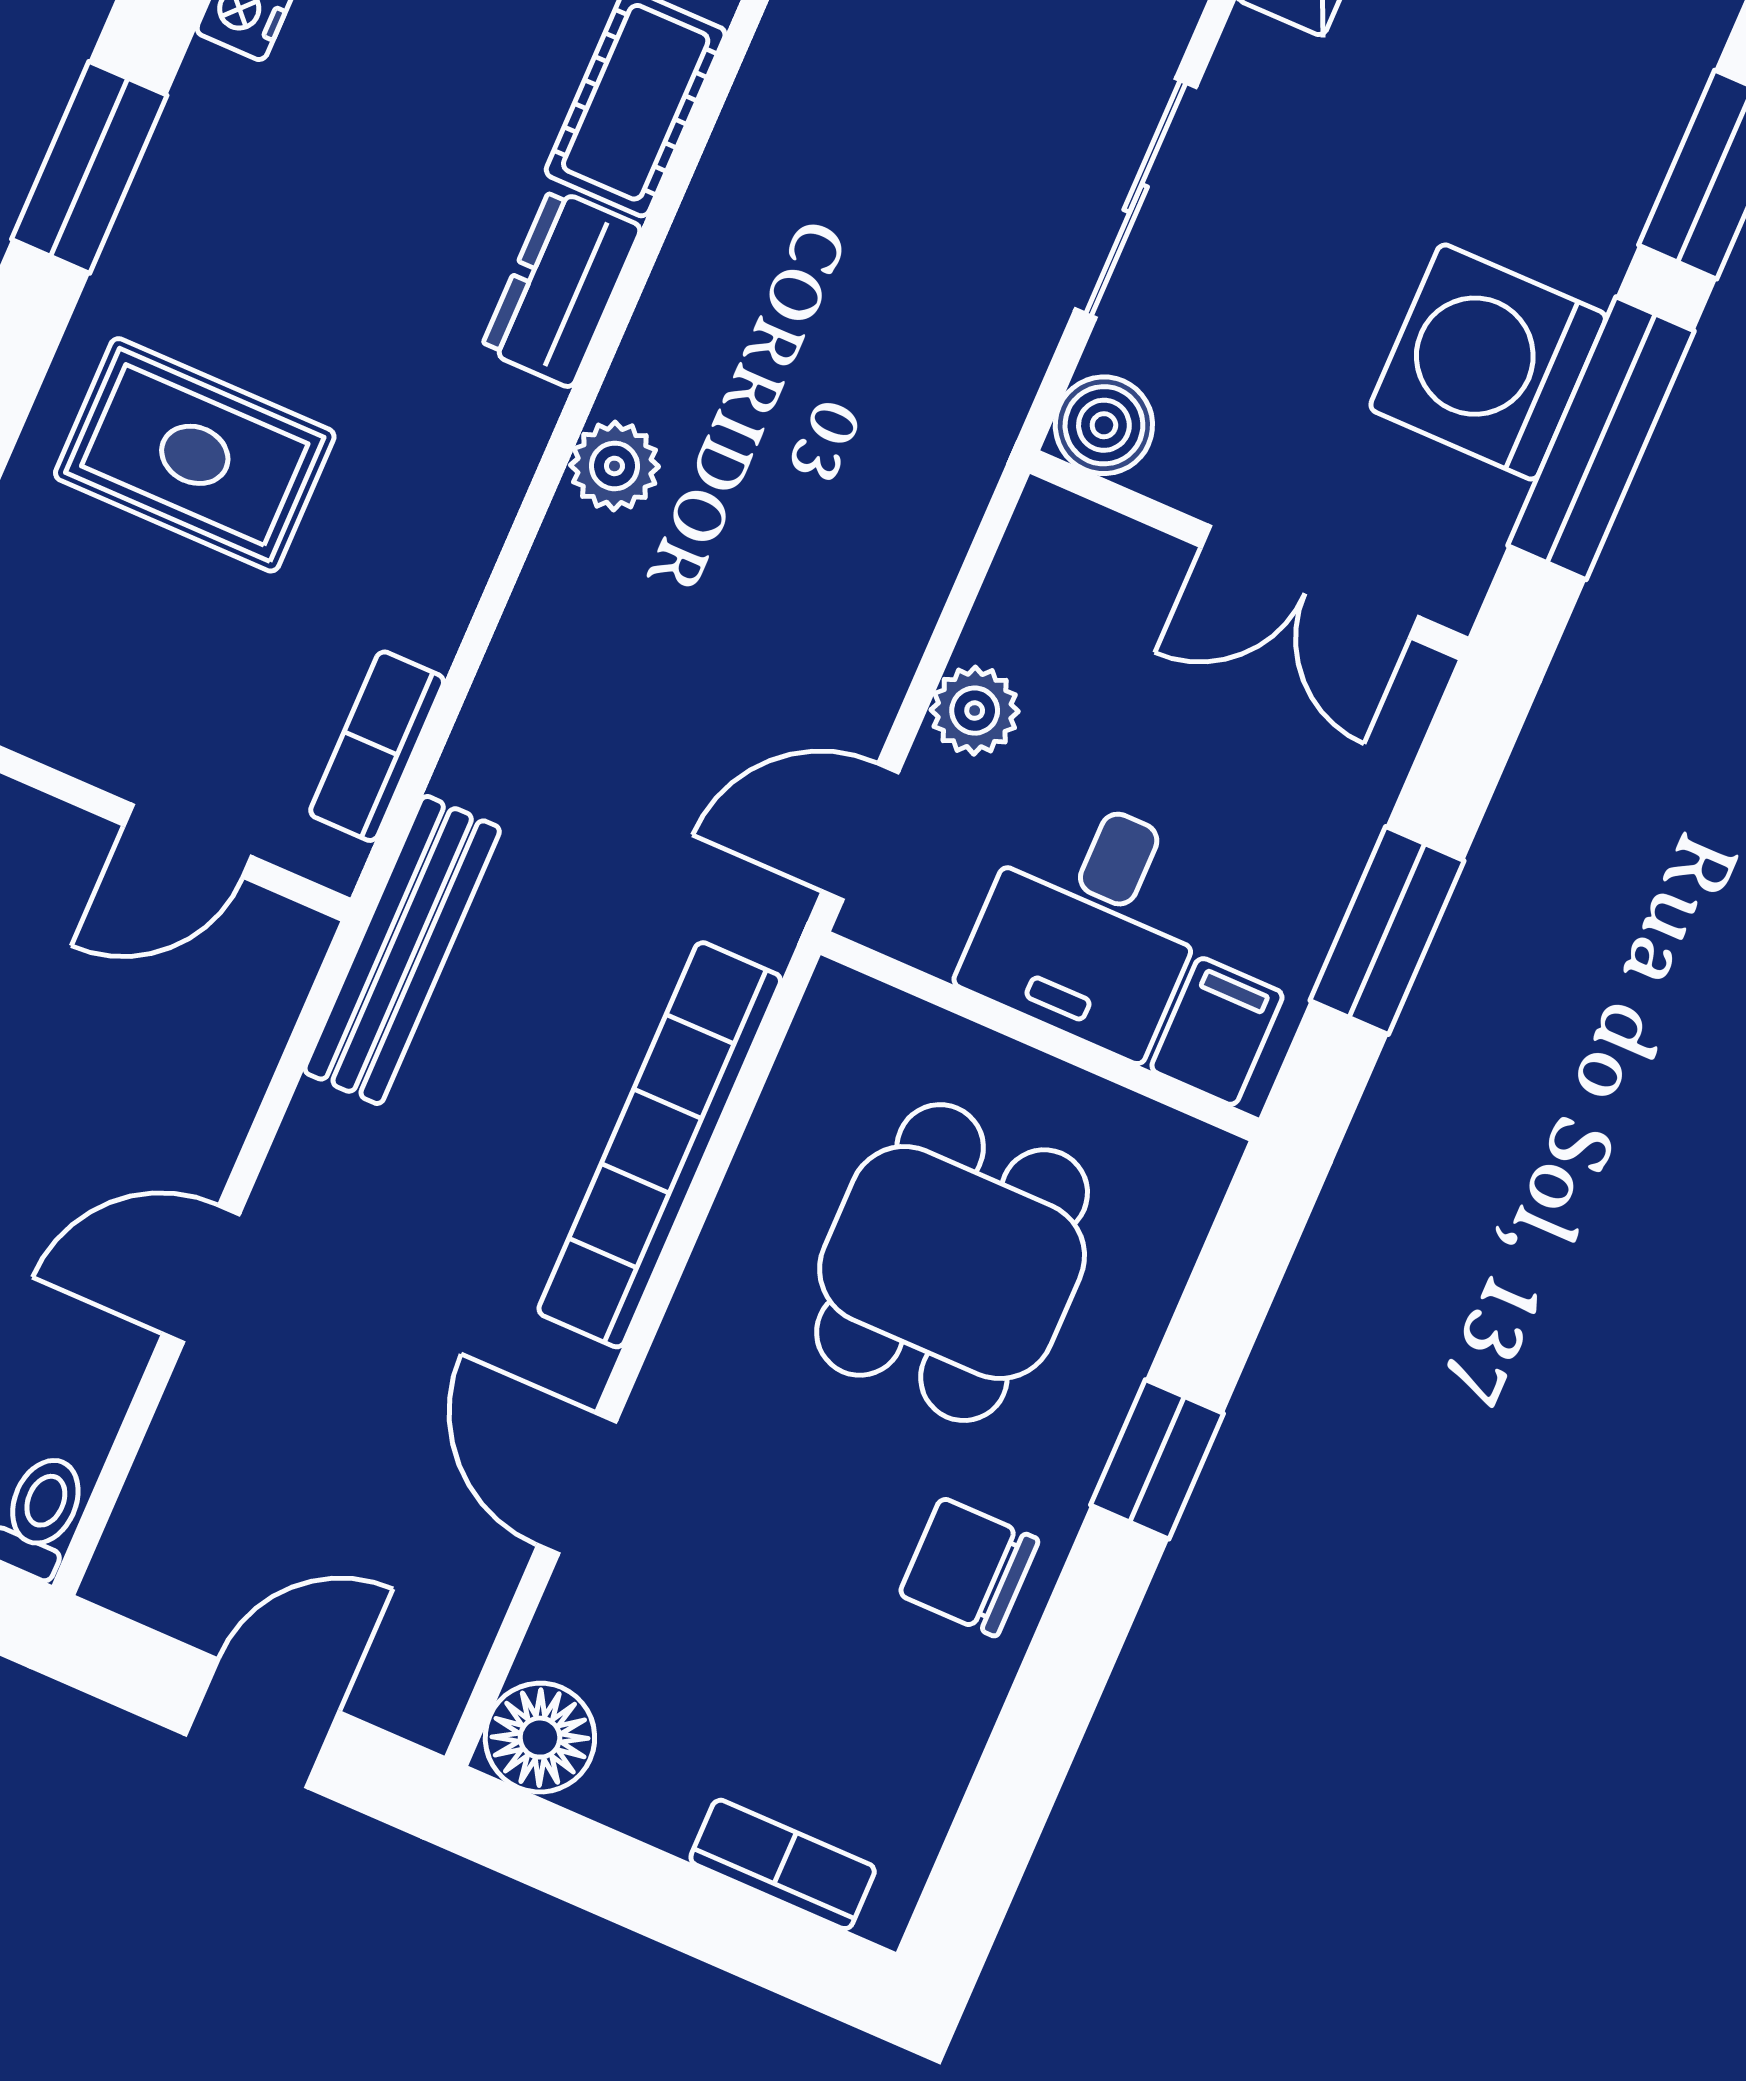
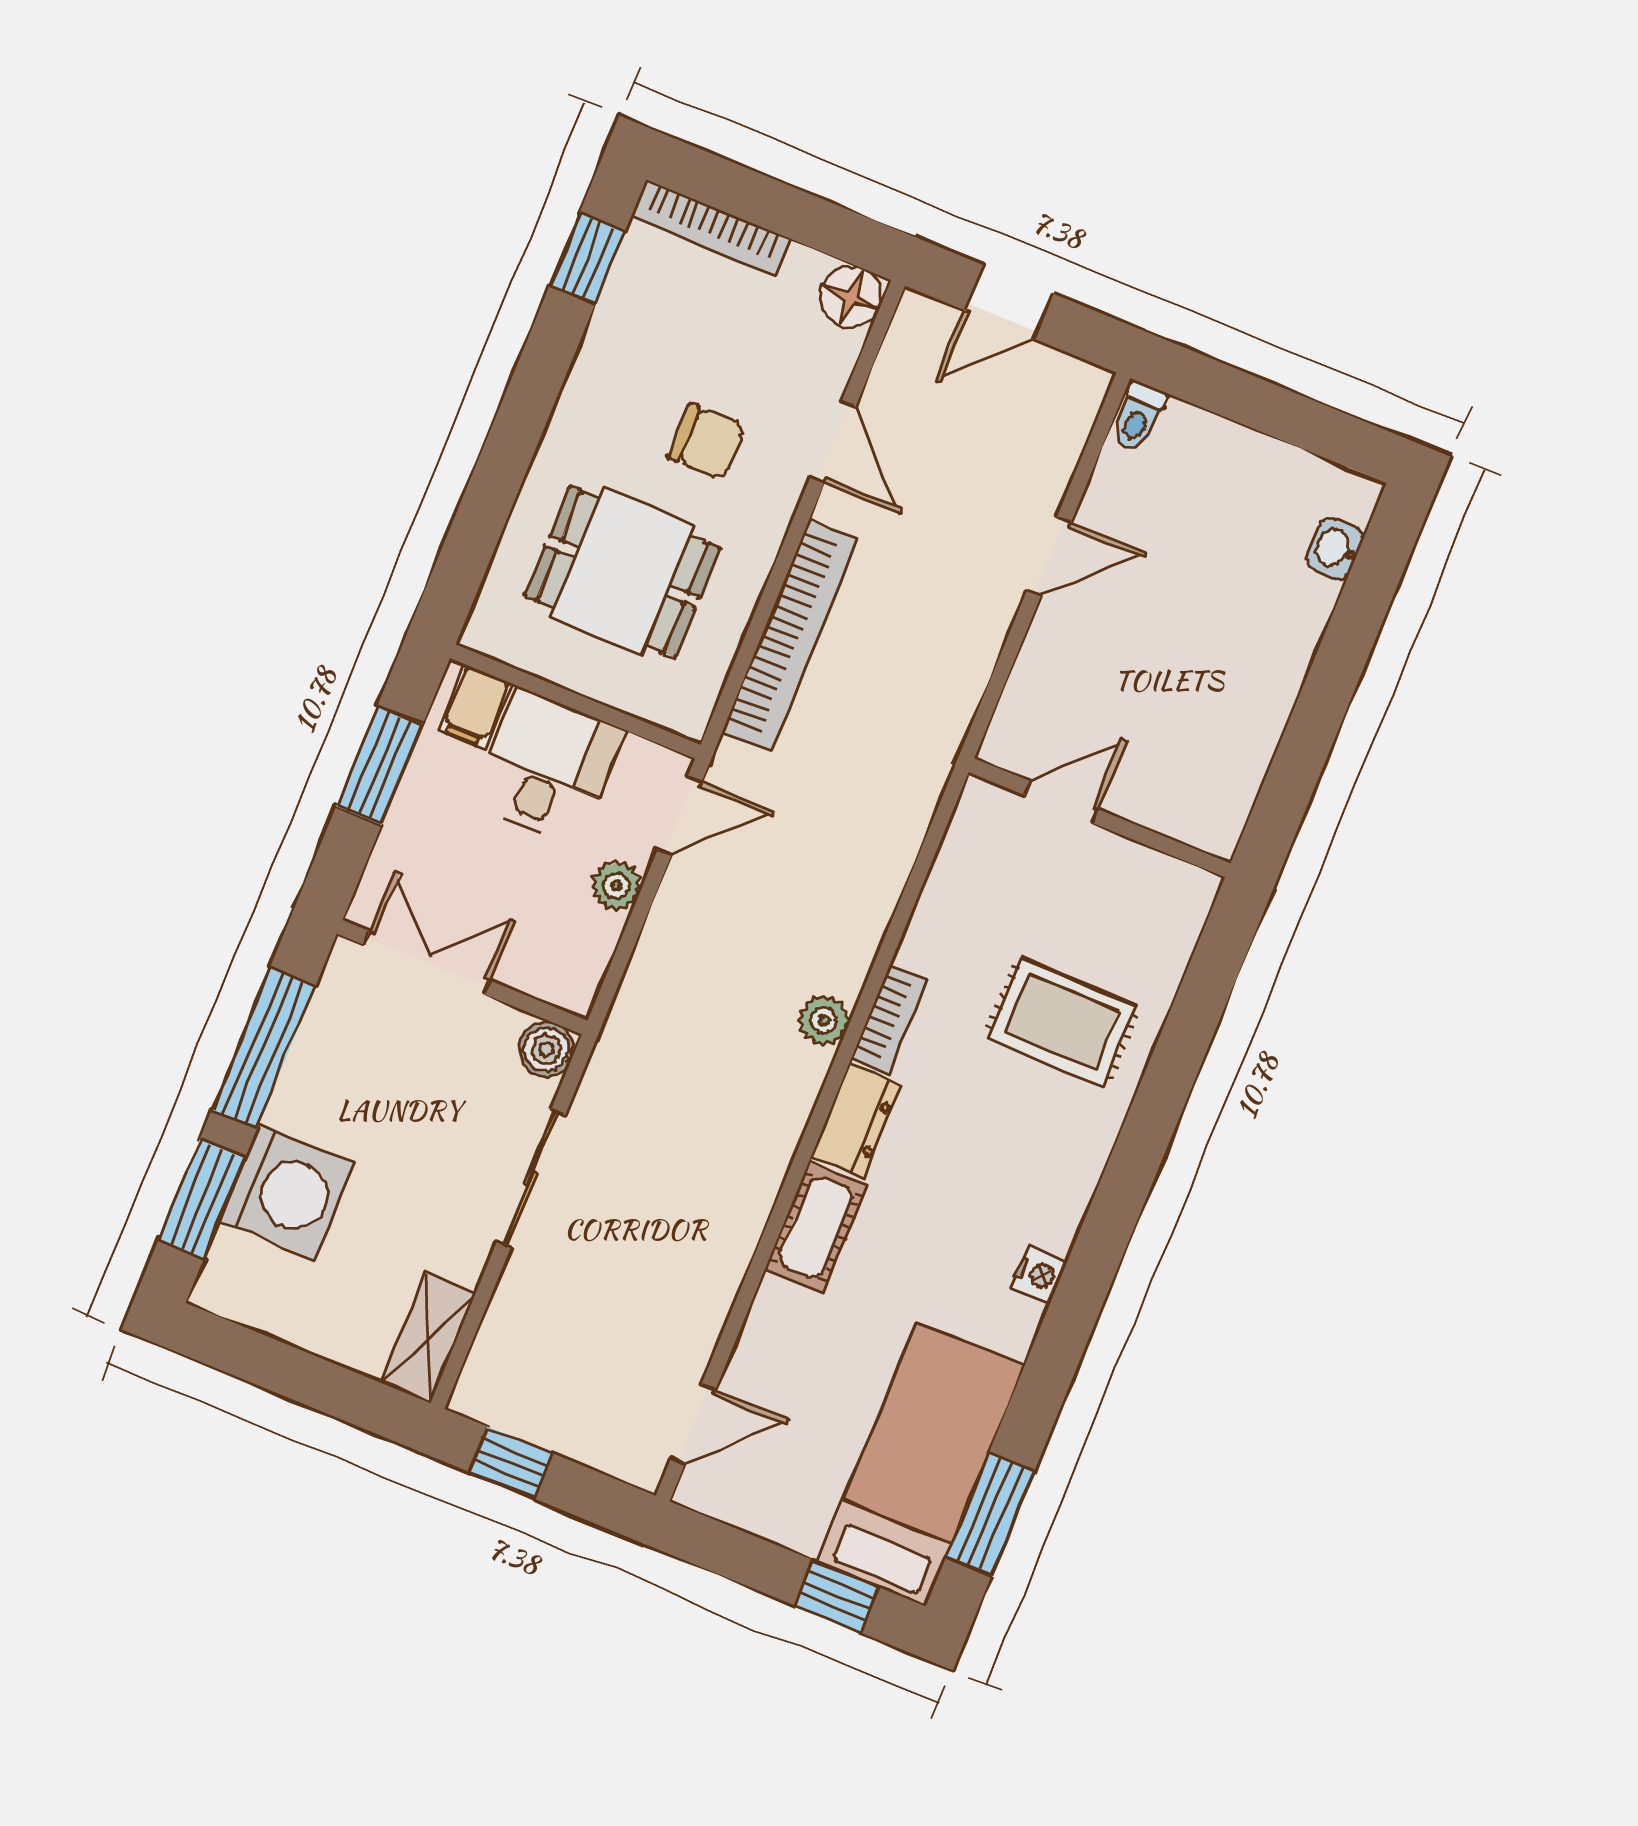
window: (89, 167) -> (1126, 1184), removed
washing machine: (1488, 362) -> (287, 1192), moved
bookcase: (377, 746) -> (889, 1019), moved
bench: (402, 950) -> (939, 743), removed
dining table: (952, 1263) -> (622, 572), turned 90
window: (1157, 1459) -> (587, 258), moved
chair: (969, 1567) -> (706, 442), moved
bookcase: (783, 1864) -> (712, 228), width x1.56

